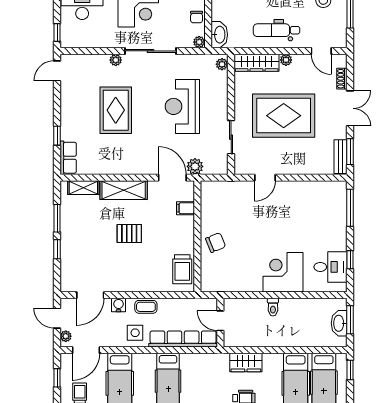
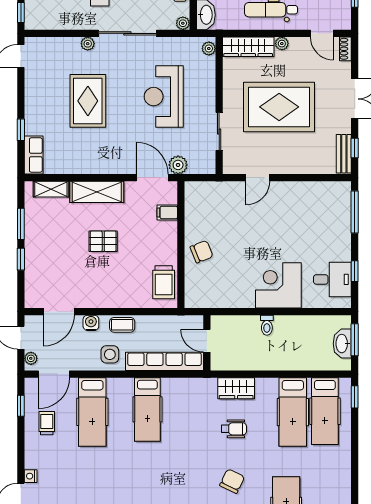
shoe rack: (342, 79) -> (345, 49), moved
window: (350, 152) -> (355, 148), width x0.67

